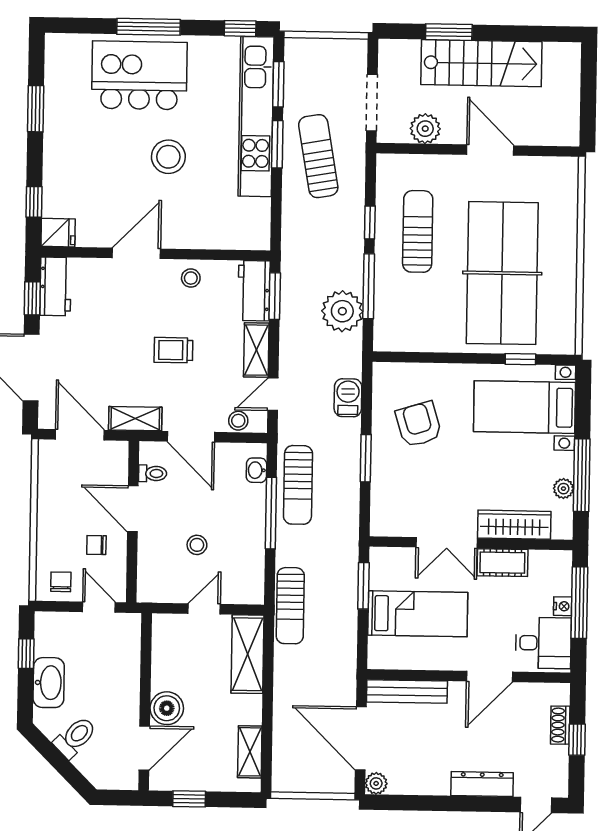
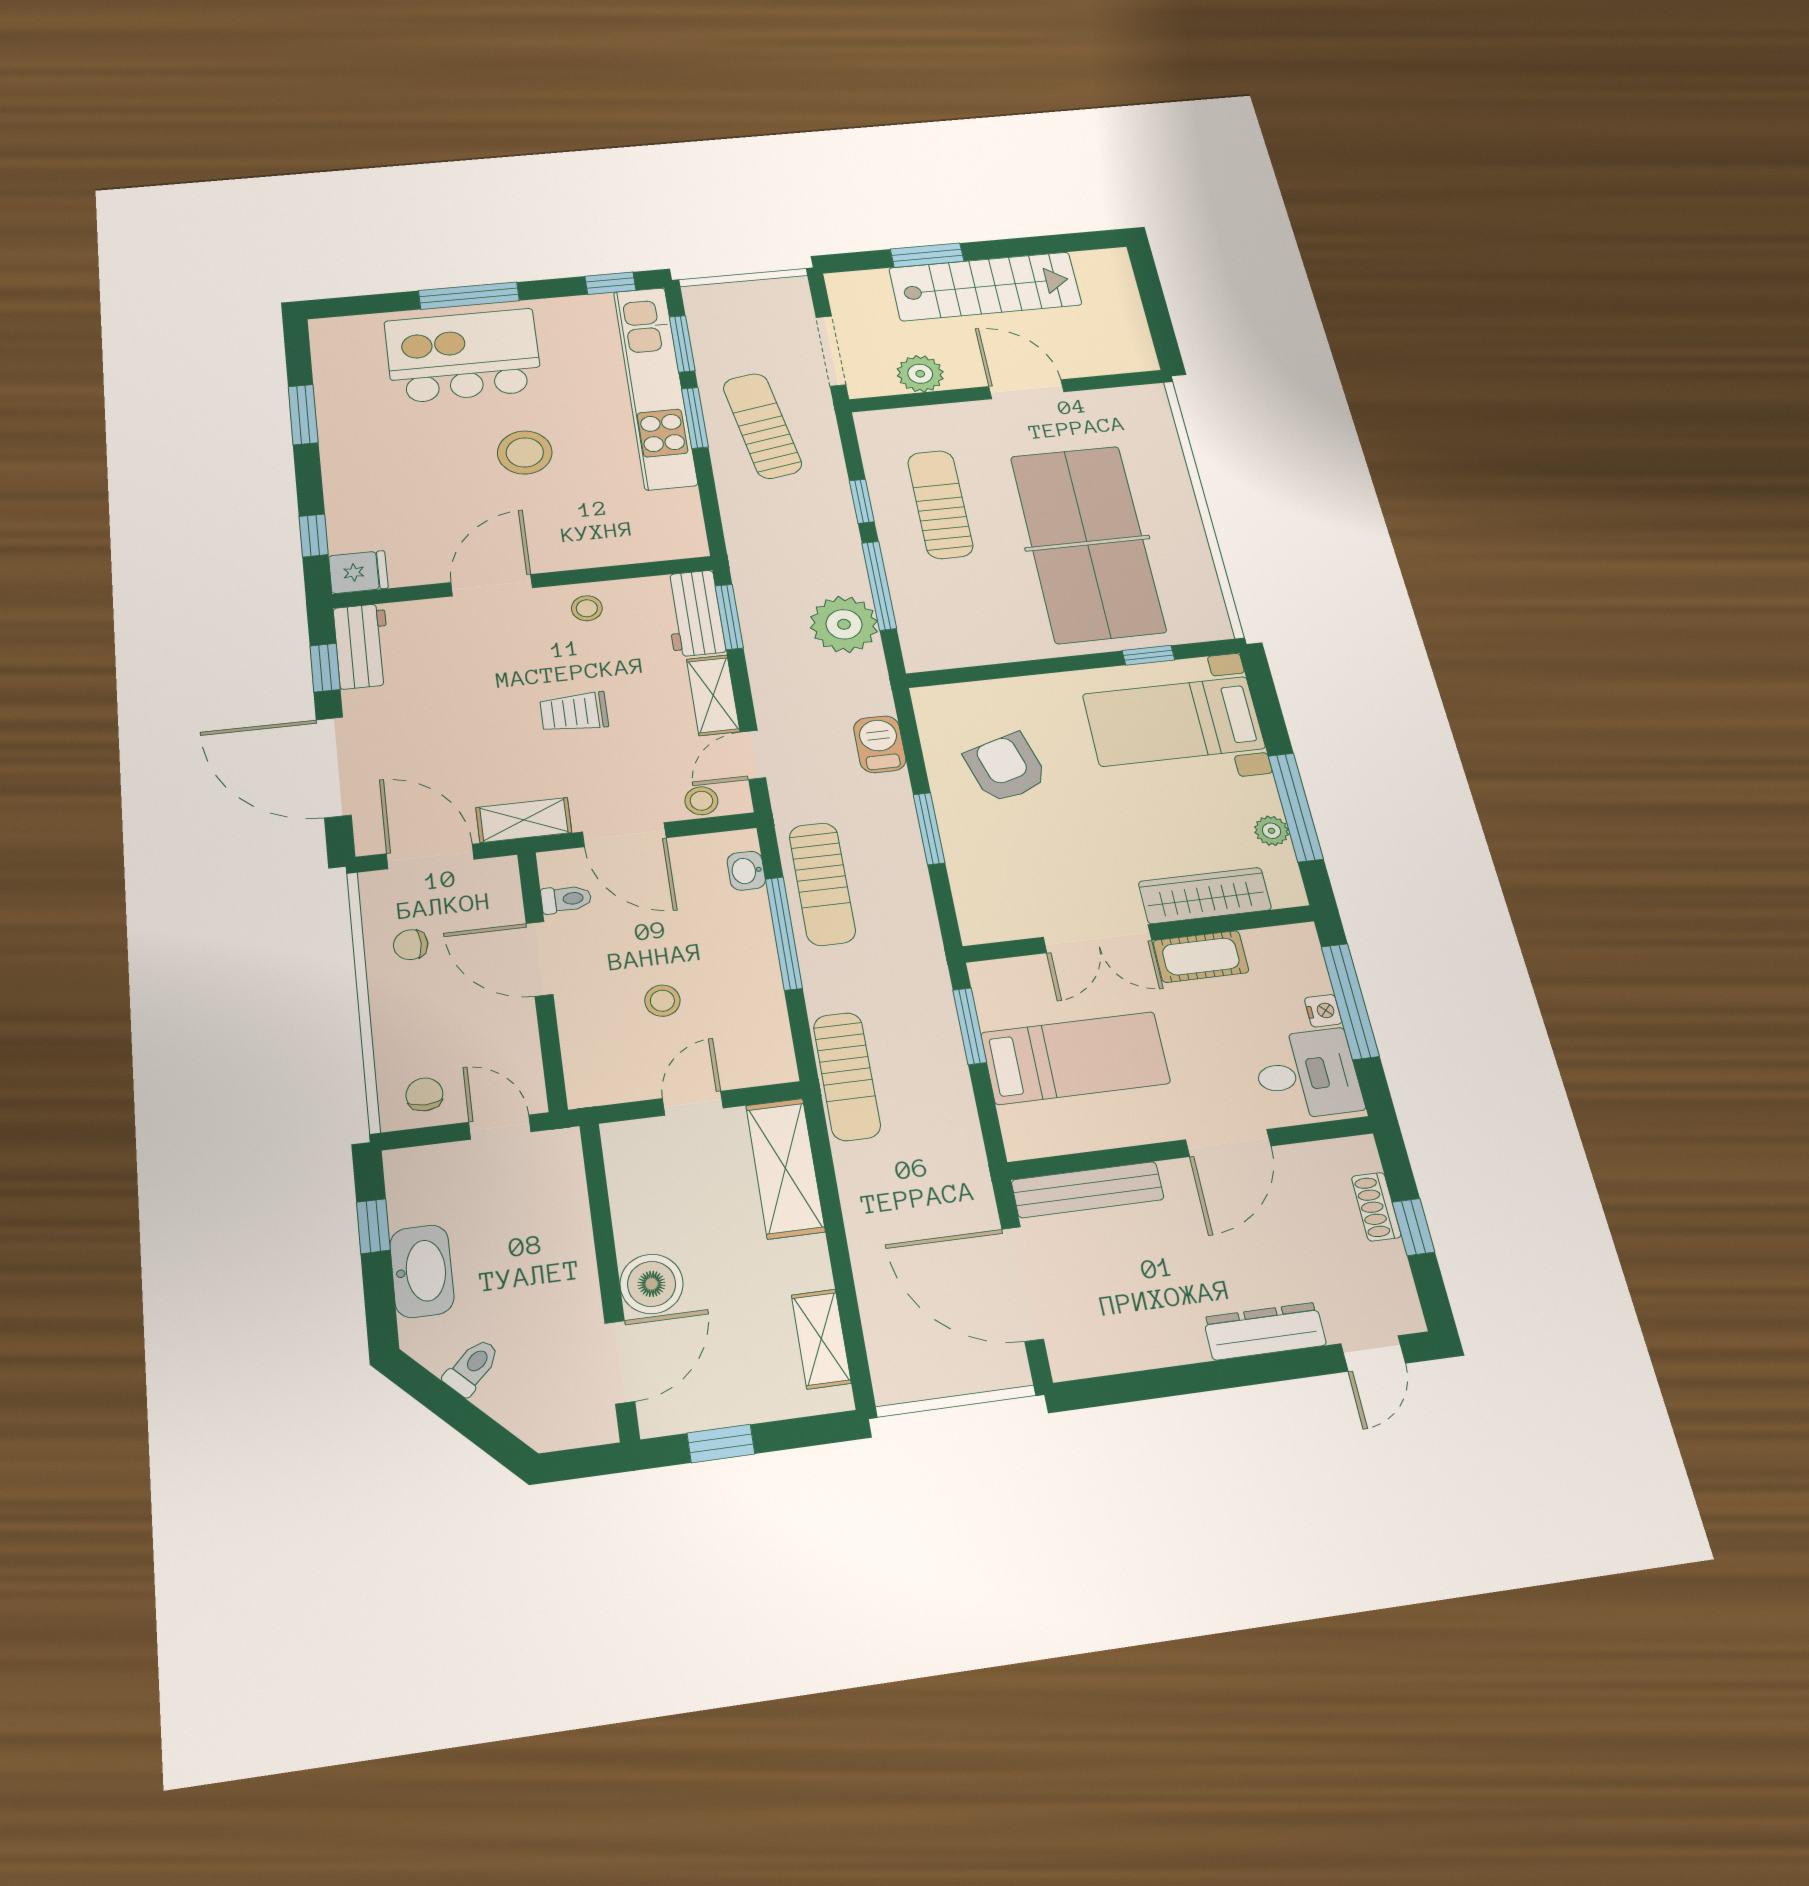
chair: (96, 545) -> (411, 945), moved
toilet: (75, 737) -> (472, 1367), width x0.73, depth x0.72
plant: (376, 783) -> (1069, 1360), removed

